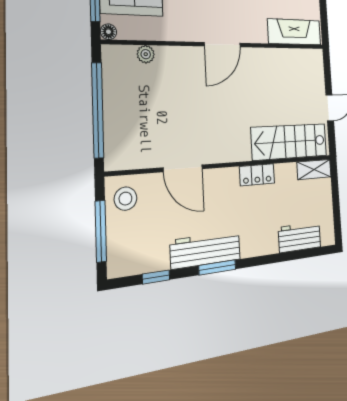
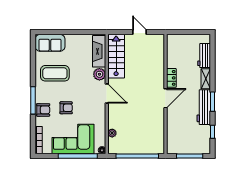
plant: (256, 31) -> (99, 74), added
stairs: (290, 142) -> (116, 56), moved, turned 180
door: (183, 168) -> (165, 98), moved
shelving: (314, 169) -> (206, 79), moved
stool: (125, 199) -> (177, 145), removed

